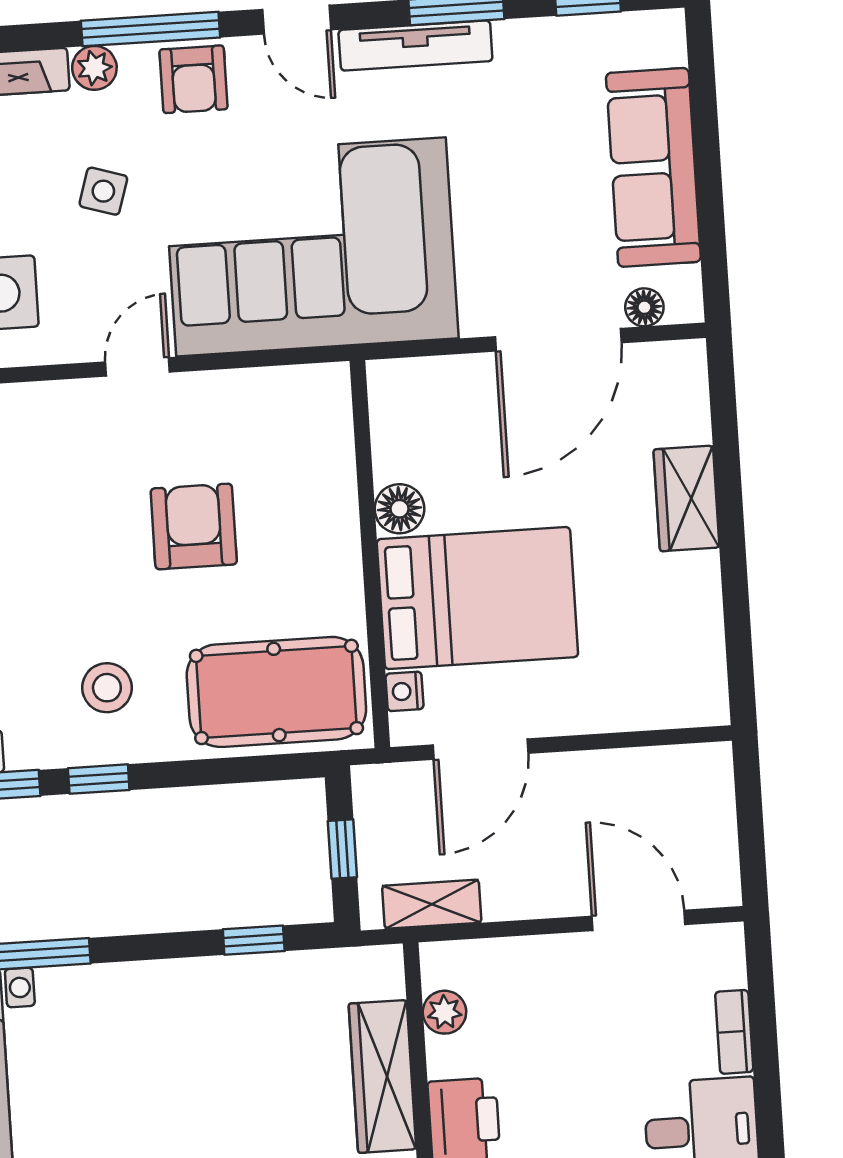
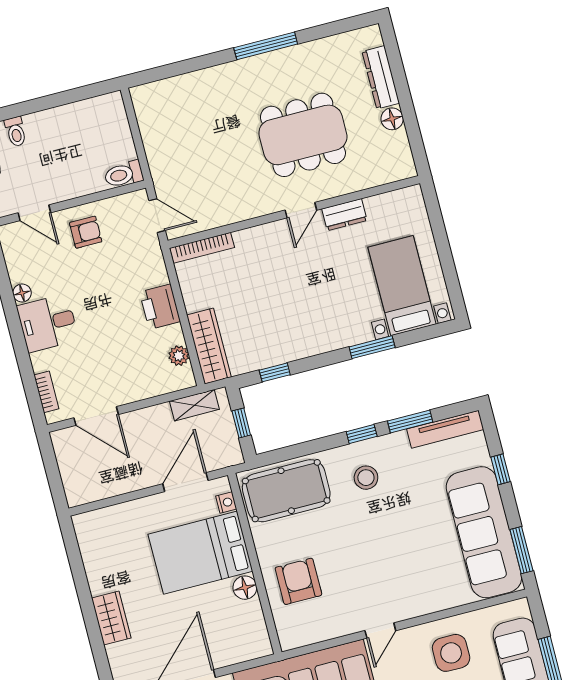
armchair: (194, 526) -> (298, 581), moved, turned 180
bookcase: (734, 1032) -> (46, 392), moved
wardrobe: (382, 1076) -> (209, 346), moved

